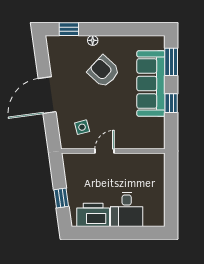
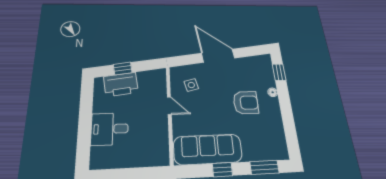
armchair: (104, 71) -> (246, 103), turned 47
sofa: (151, 84) -> (208, 149), moved
printer: (93, 215) -> (121, 84), moved, turned 82

